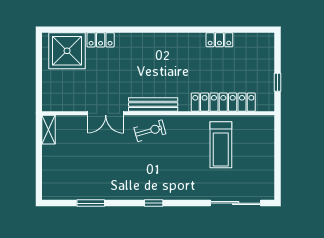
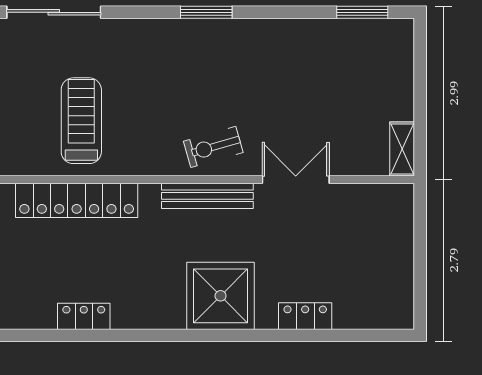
shower: (67, 51) -> (221, 296), moved
window: (91, 203) -> (362, 12), moved
window: (154, 203) -> (206, 12), width x1.50

